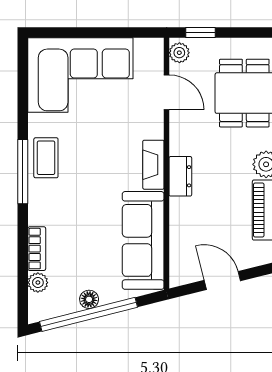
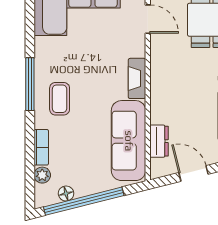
coffee table: (46, 158) -> (60, 99), moved
dresser: (180, 176) -> (159, 141), moved
floor lamp: (89, 299) -> (66, 193), moved

